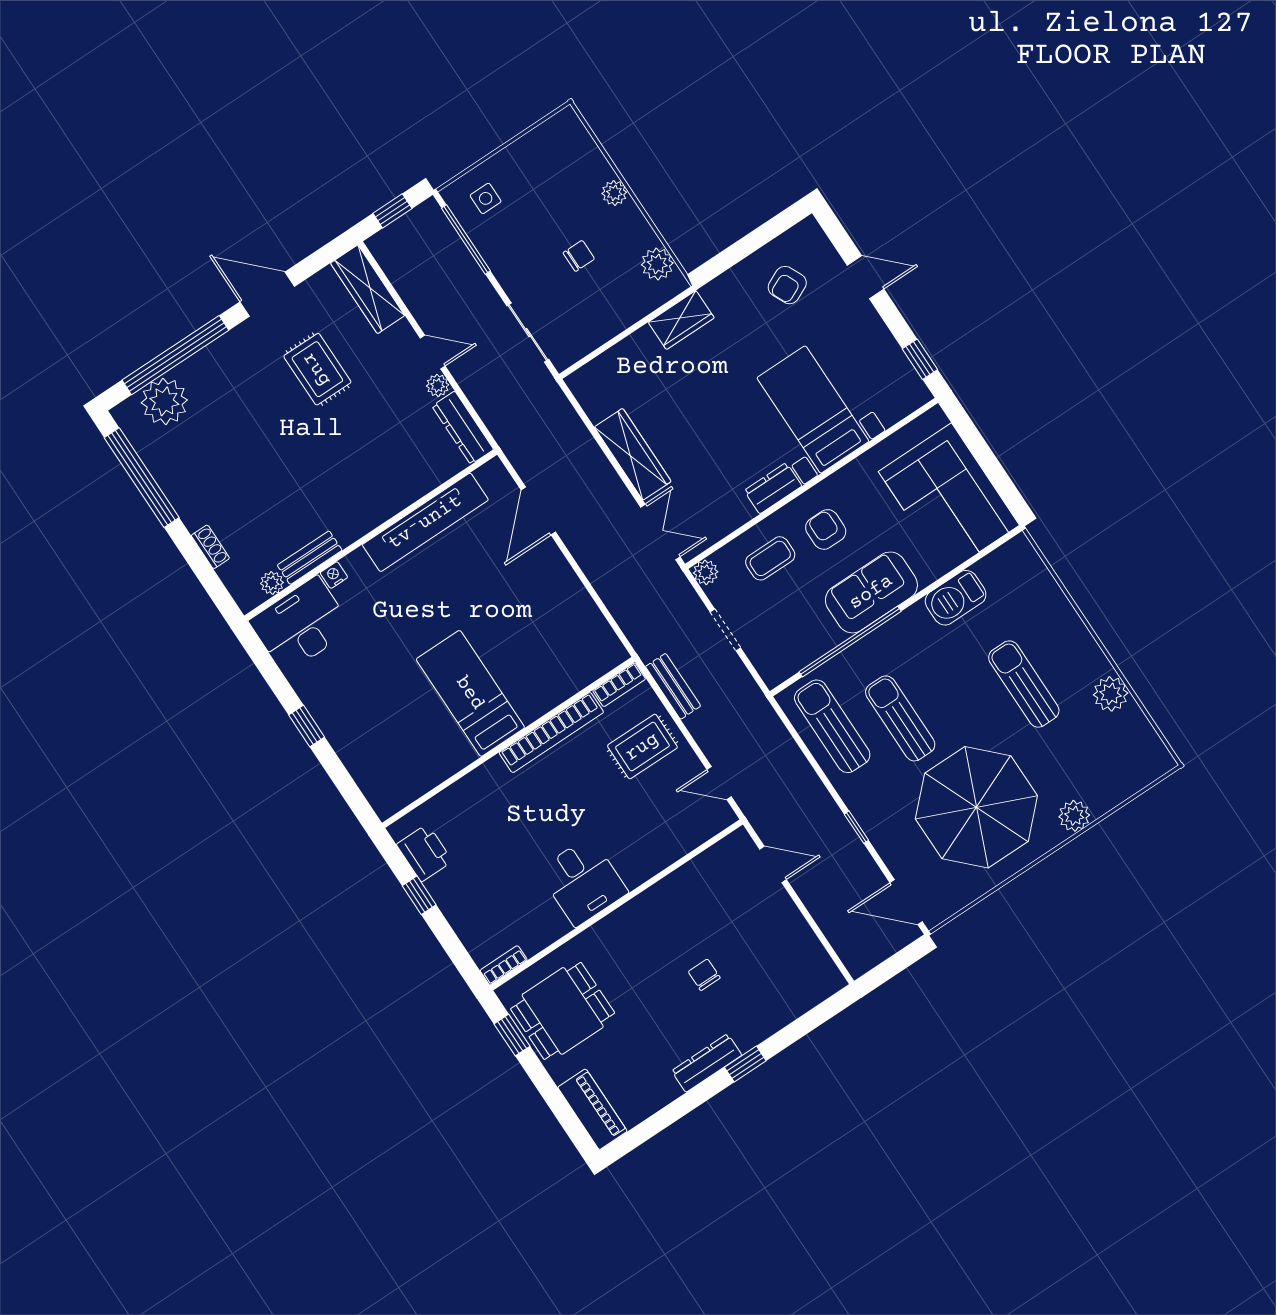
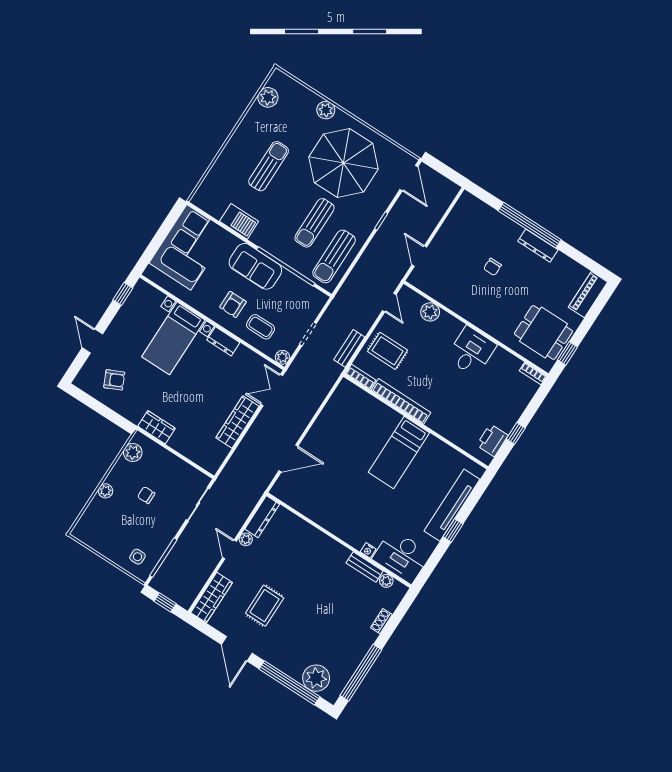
tv unit: (425, 522) -> (452, 505), moved, turned -90
sun lounger: (1024, 684) -> (269, 166), turned 180
plant: (1111, 694) -> (268, 97), moved
plant: (675, 842) -> (430, 312), added
window: (745, 1064) -> (530, 225), width x3.17

